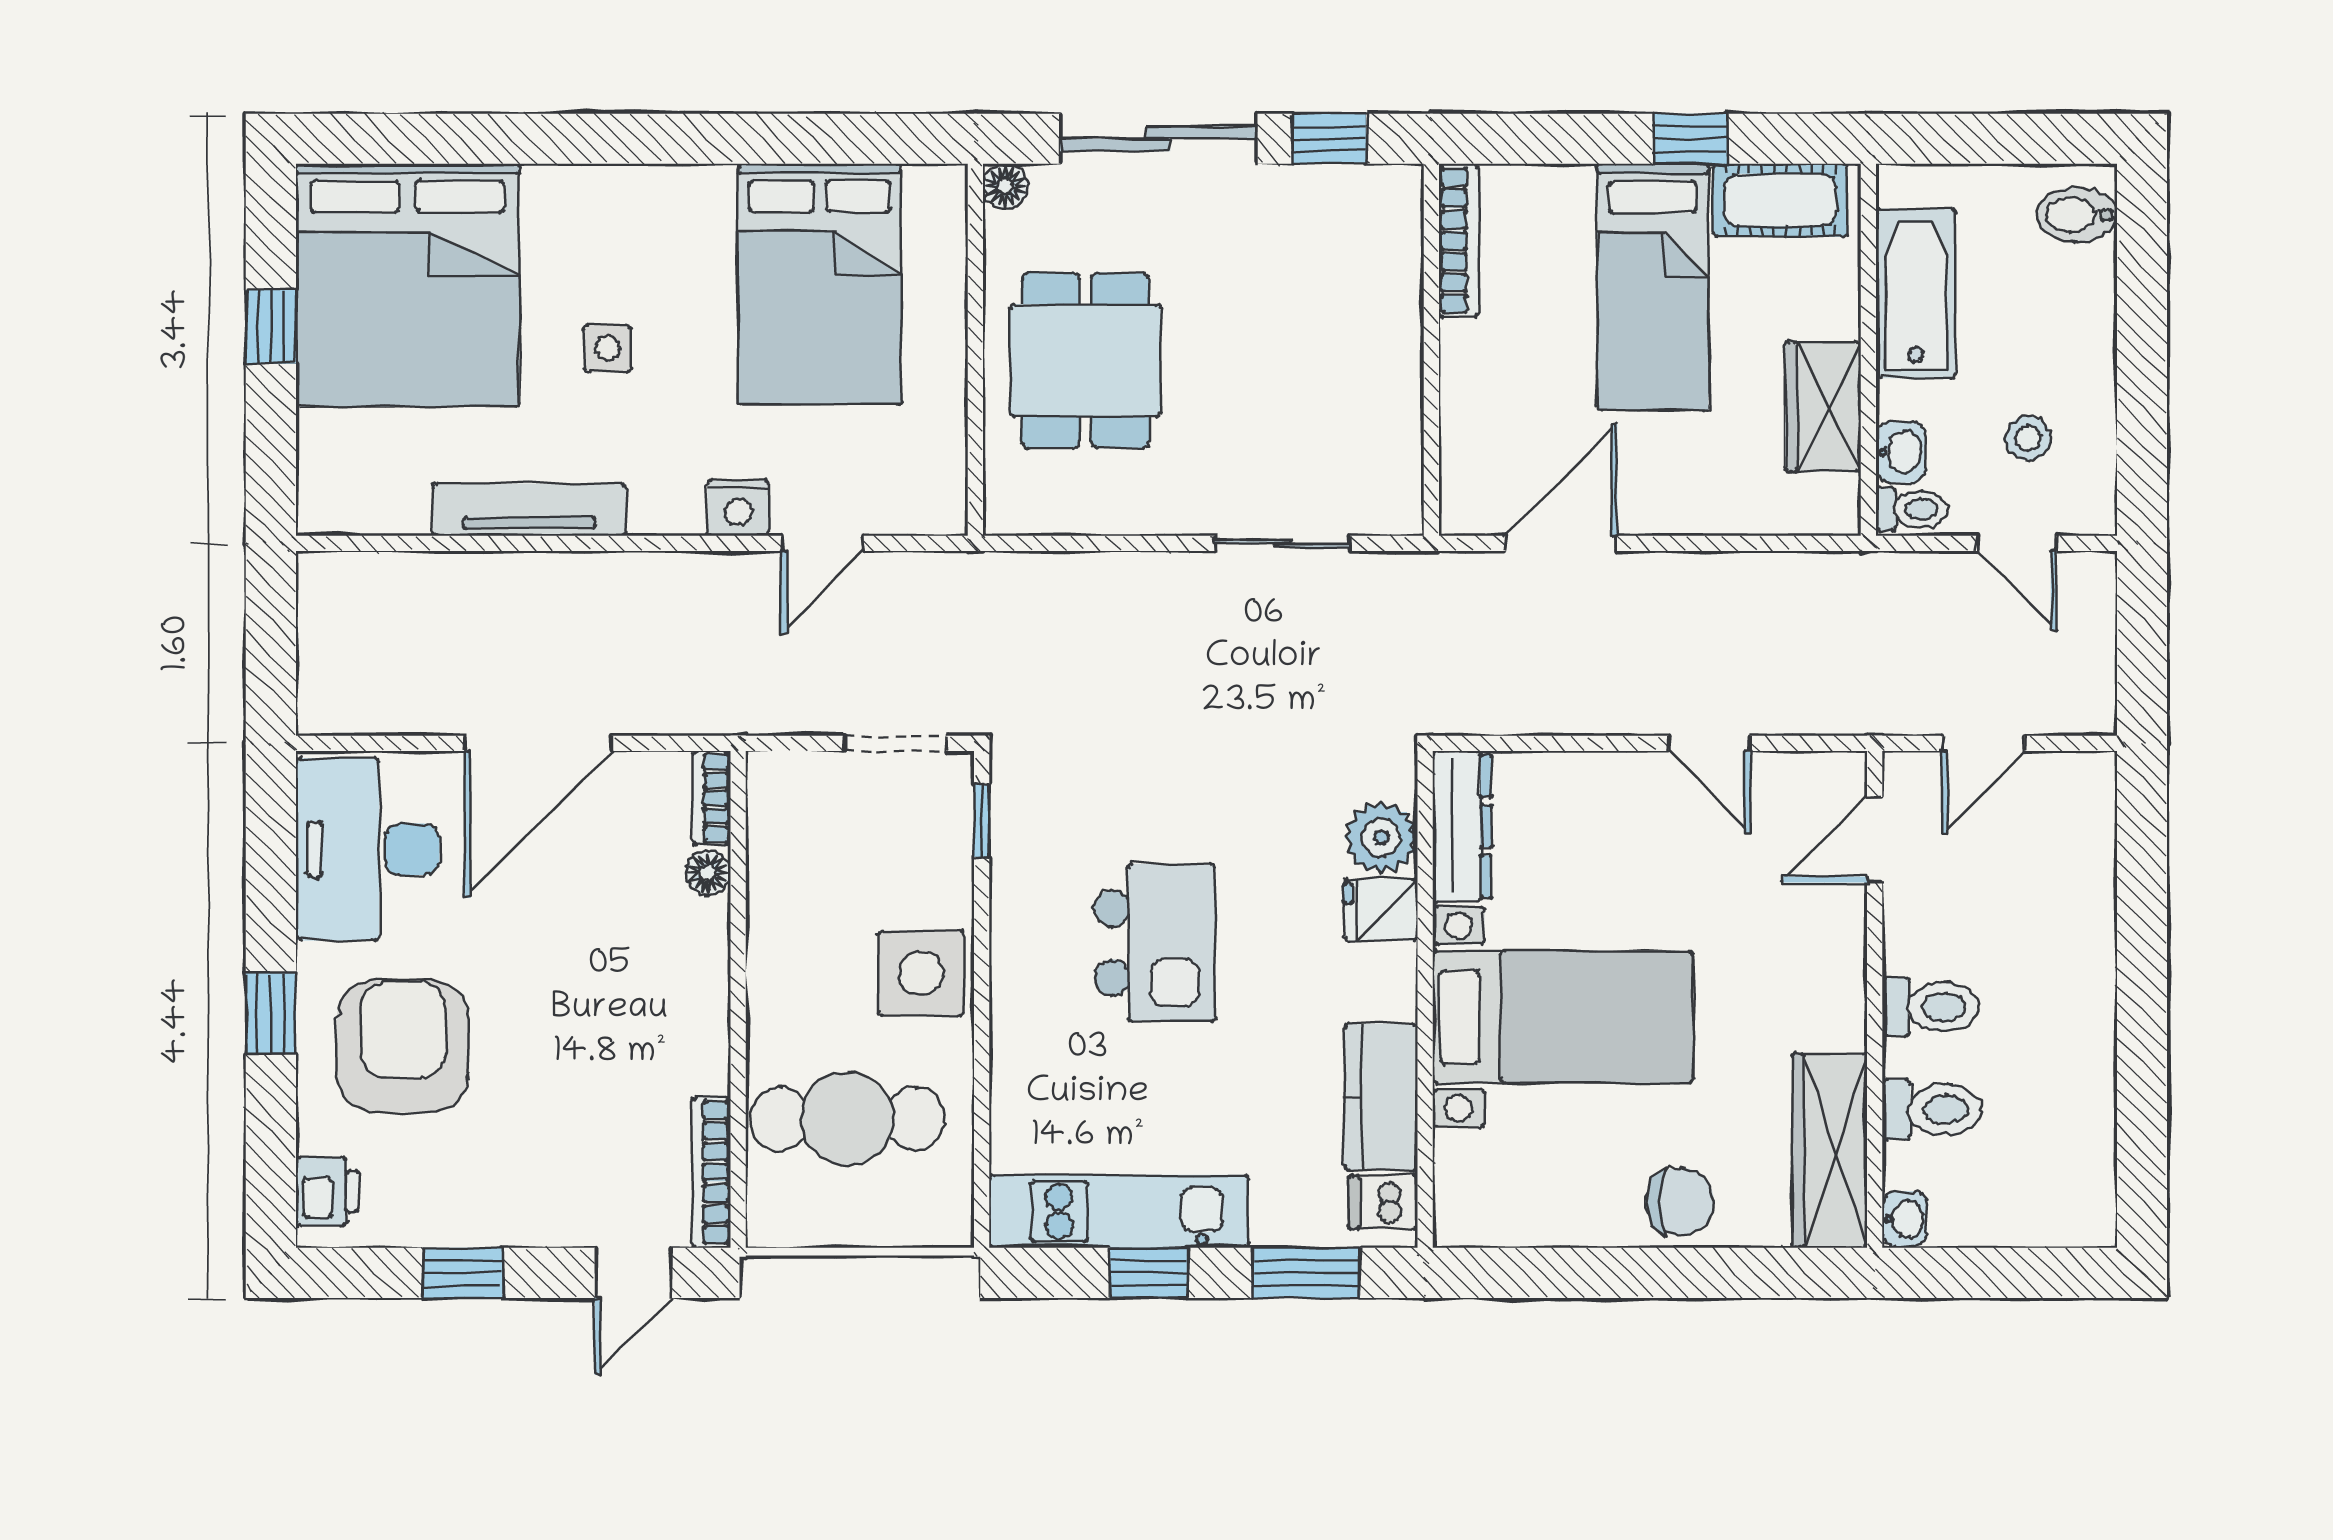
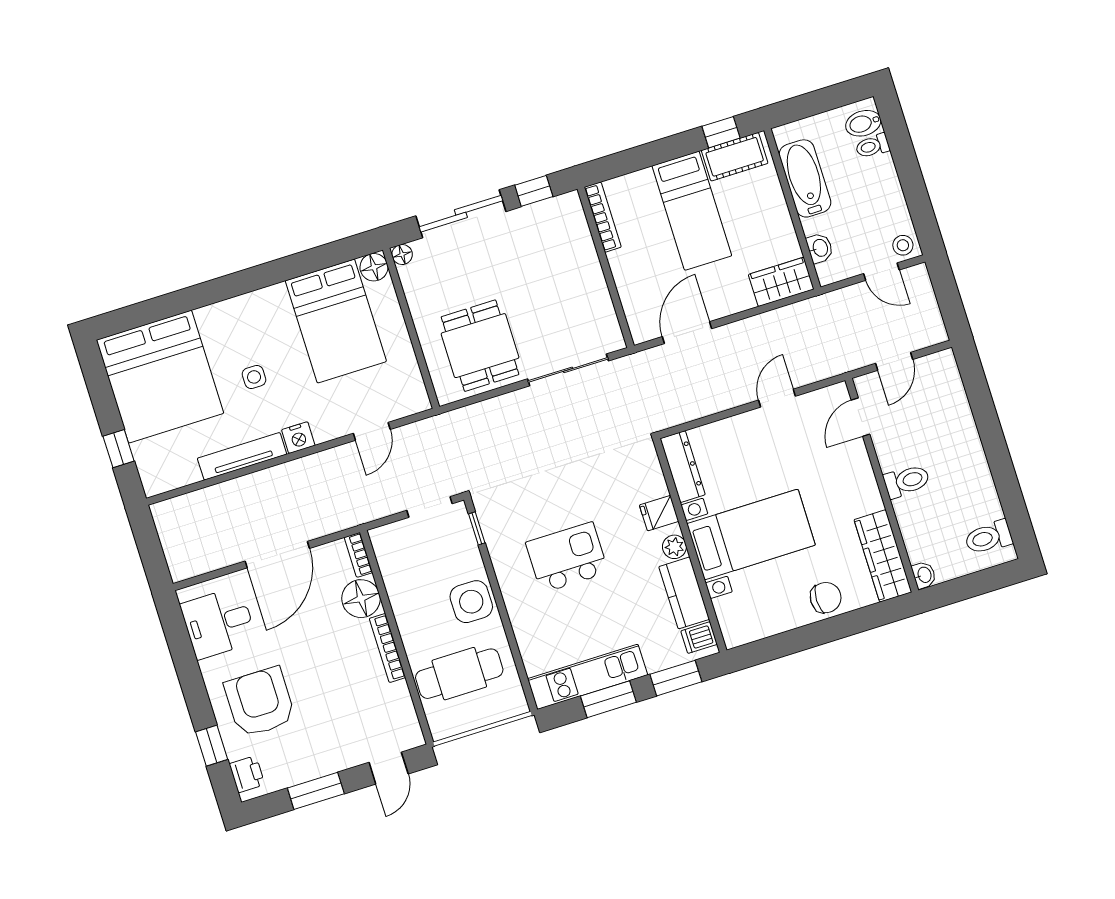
window: (1690, 139) -> (721, 132), moved
floor lamp: (937, 195) -> (374, 267), added
window: (271, 327) -> (119, 449), moved
dining table: (1085, 360) -> (480, 346), moved
wardrobe: (1823, 406) -> (781, 282), moved, turned 90
stool: (2028, 438) -> (903, 245), moved
nightstand: (738, 508) -> (298, 438), moved
toilet: (1912, 509) -> (872, 146), moved, turned 180
sliding door: (1282, 543) -> (568, 370), width x1.37
door: (1709, 743) -> (777, 398), swing flipped
plant: (1381, 838) -> (674, 547), moved, width x0.73, depth x0.73
desk: (368, 849) -> (218, 623), width x0.73
floor lamp: (708, 873) -> (361, 599), width x1.89, depth x1.89
kitchen island: (1155, 943) -> (567, 557), turned -90
window: (271, 1014) -> (212, 746), moved
toilet: (1932, 1110) -> (988, 537), moved, turned 180
bookcase: (711, 1172) -> (387, 648), moved
window: (463, 1273) -> (316, 791), width x1.50
window: (1148, 1273) -> (608, 699), width x1.50

